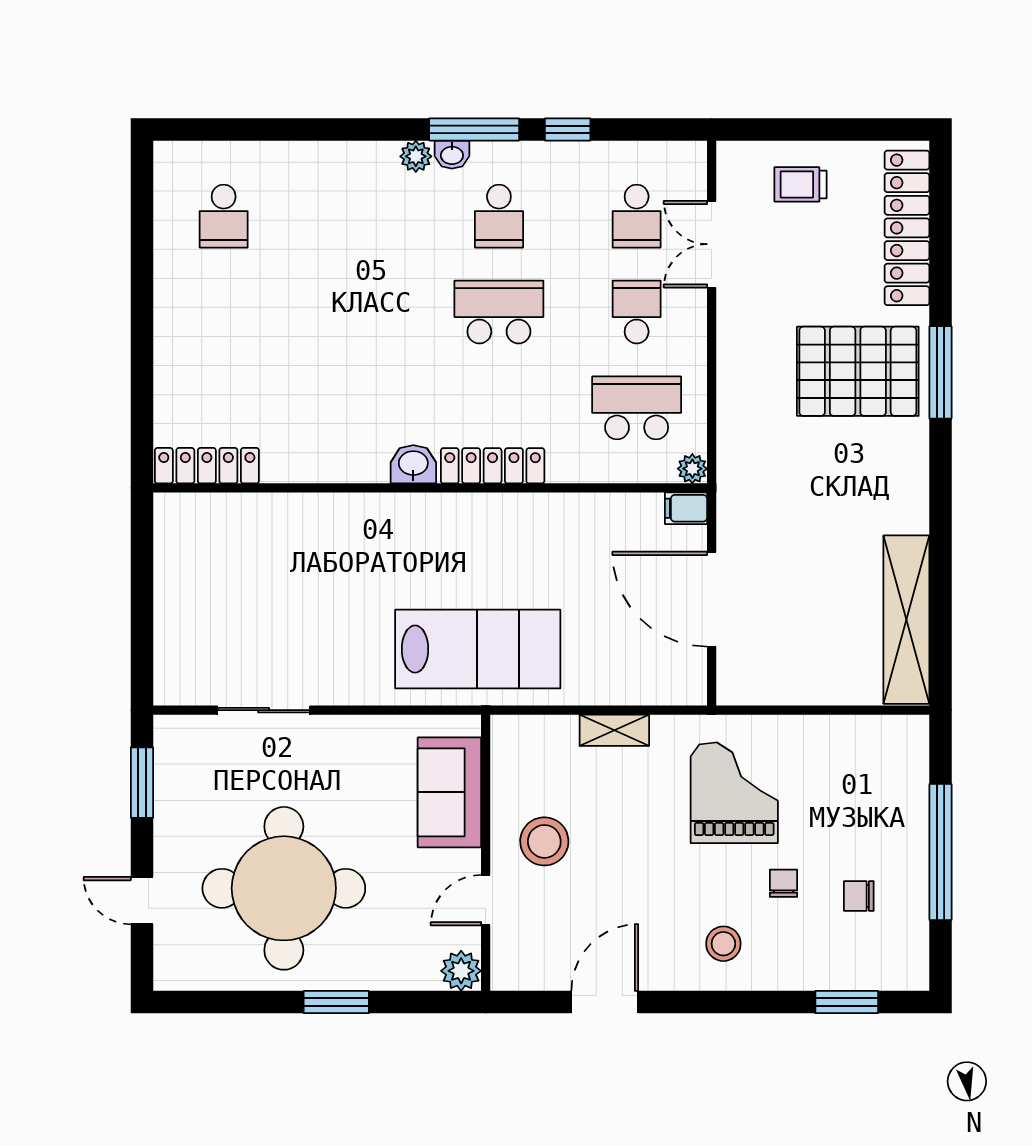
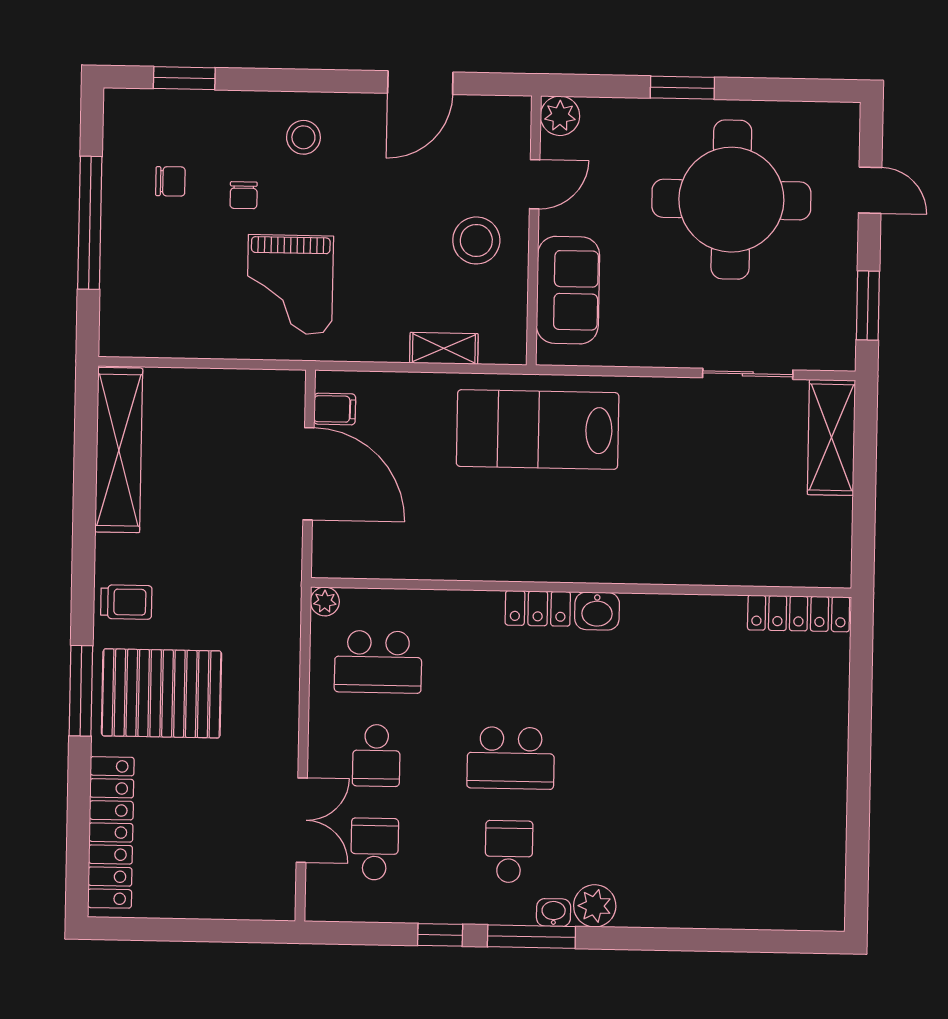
plant: (416, 156) -> (595, 906), width x1.38, depth x1.38
trolley: (800, 184) -> (126, 602), moved
school desk: (224, 216) -> (778, 857), removed
locker: (493, 466) -> (538, 608), width x0.66
filing cabinet: (686, 508) -> (335, 409), moved
shelving: (177, 647) -> (831, 437), added
shelving: (614, 730) -> (444, 348), moved

